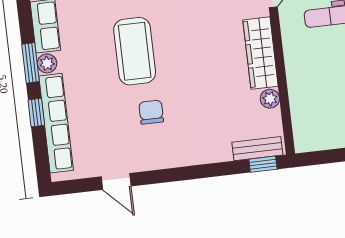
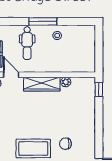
bench: (257, 149) -> (91, 91), removed

